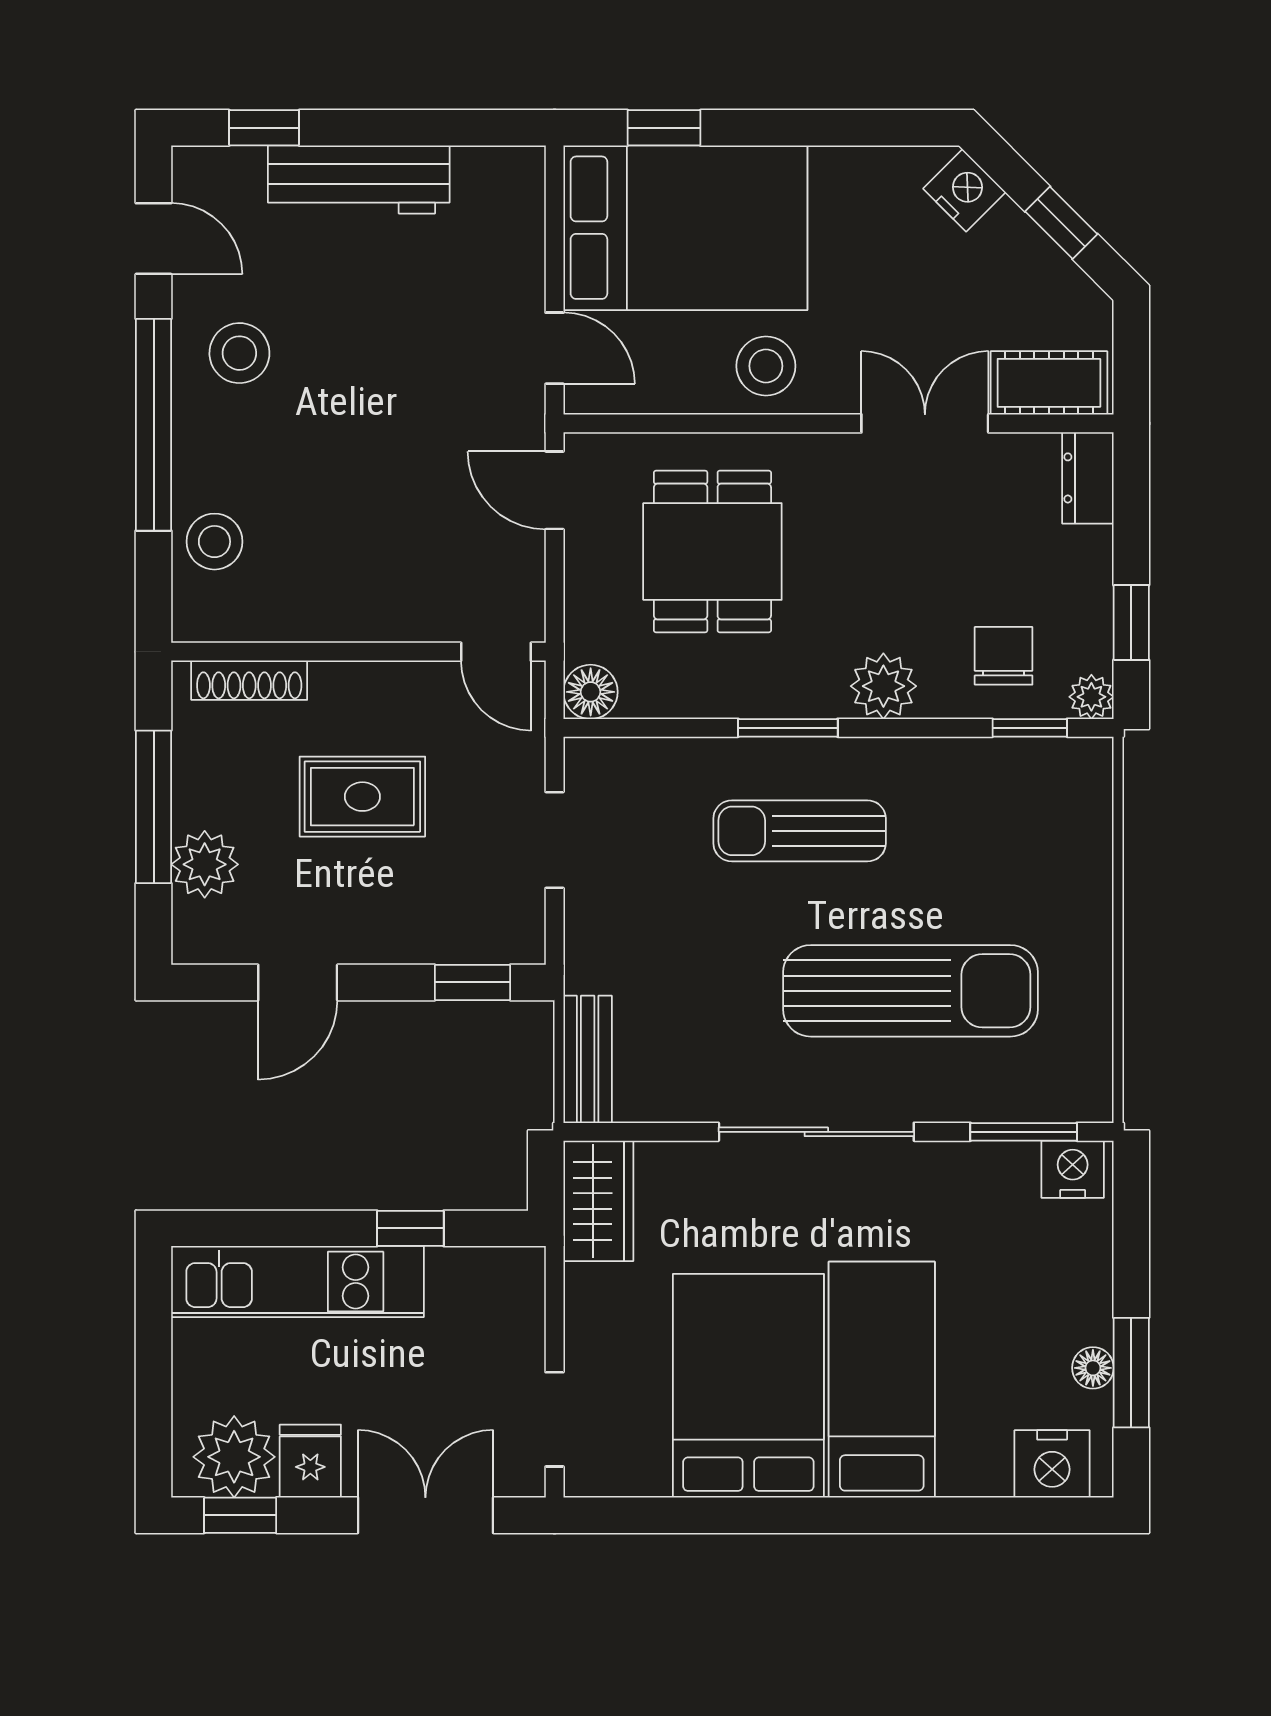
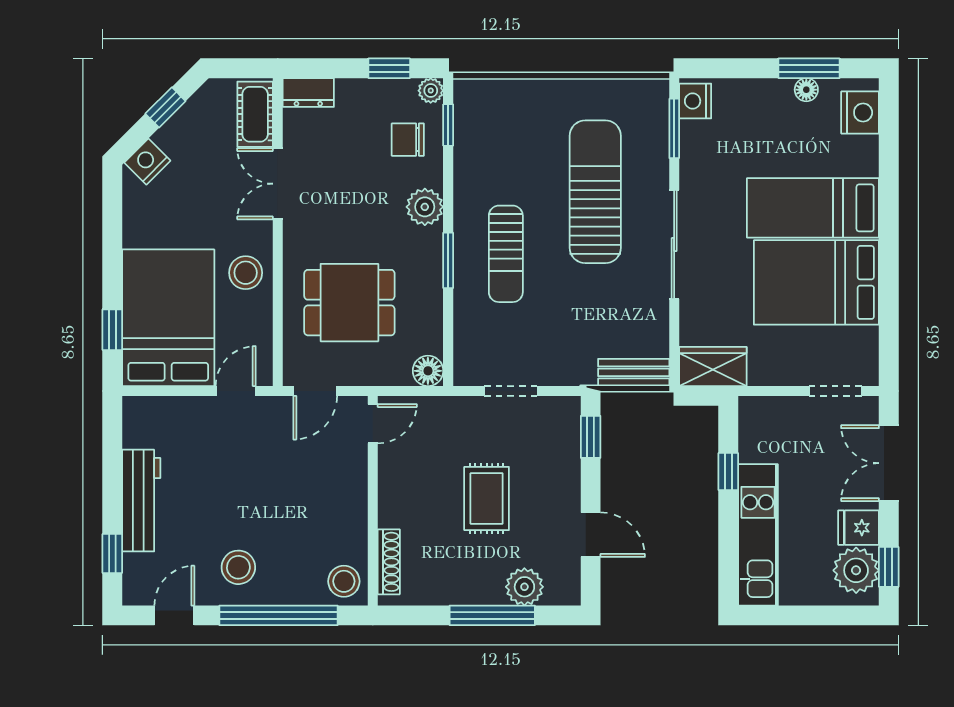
wall: (358, 652) -> (373, 501), moved
door: (496, 652) -> (373, 424), moved
shoe rack: (249, 680) -> (389, 562), moved

